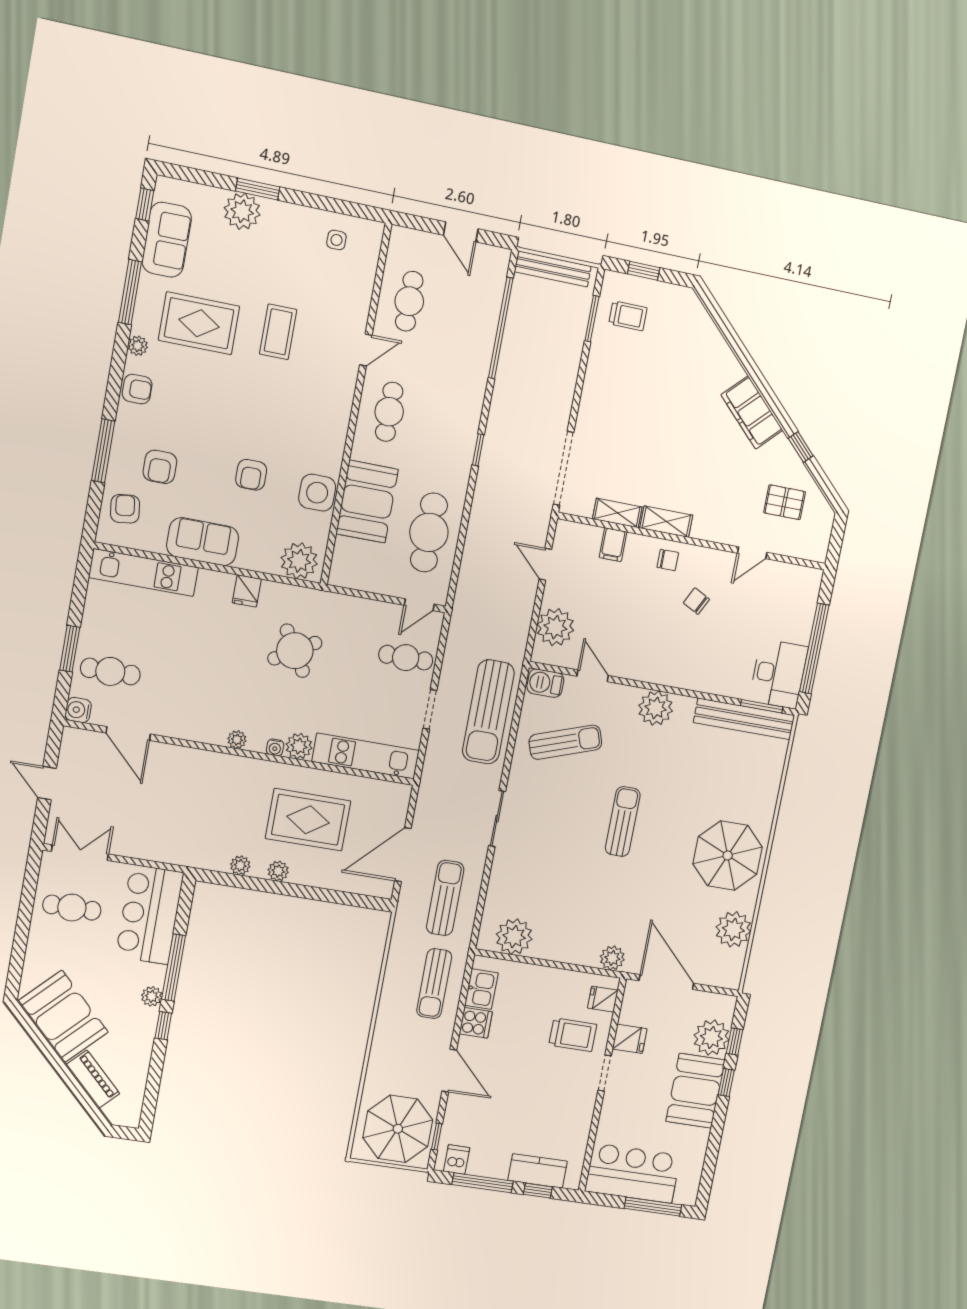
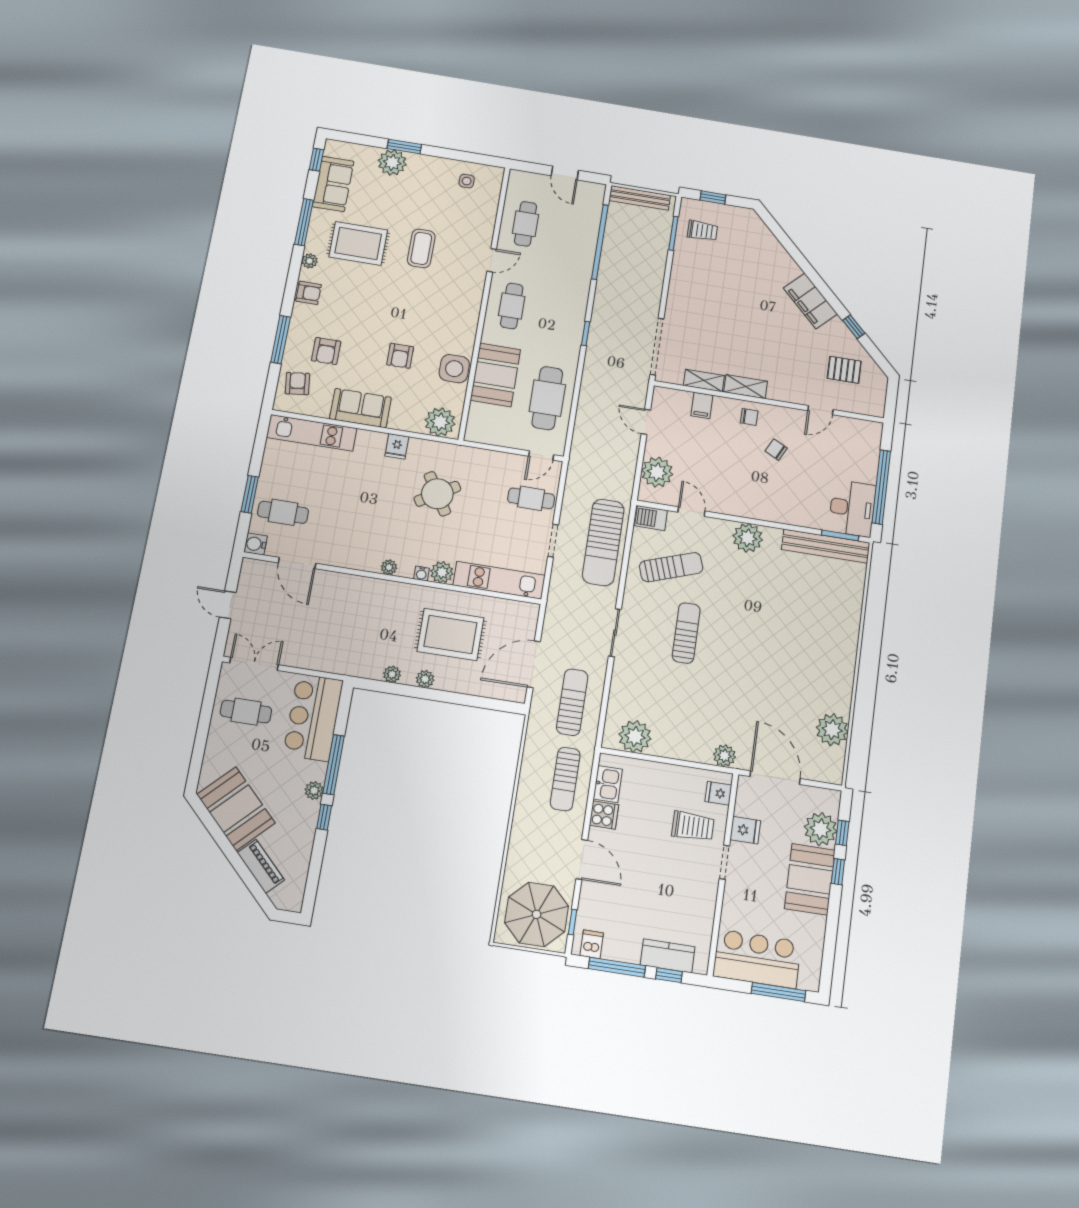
sun lounger: (623, 821) -> (686, 633), moved
parasol: (728, 855) -> (821, 664), removed

